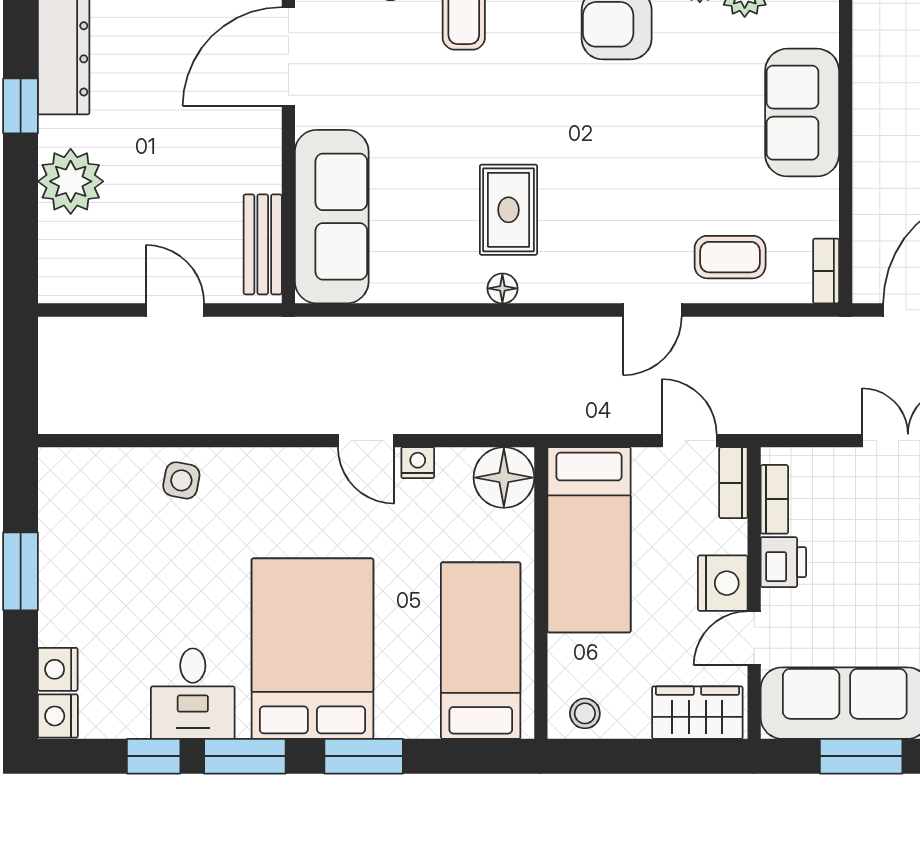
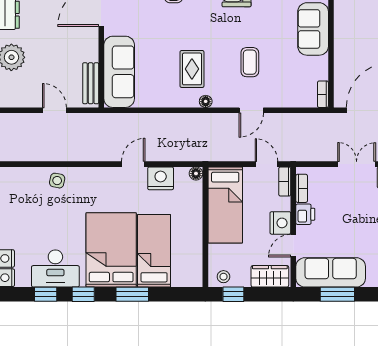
coffee table: (730, 257) -> (250, 62), moved, turned 90
floor lamp: (502, 288) -> (206, 101), moved
door: (366, 441) -> (133, 164), swing flipped
nightstand: (418, 463) -> (161, 178), width x1.89, depth x1.79
floor lamp: (504, 478) -> (196, 173), width x0.53, depth x0.53
bed: (481, 651) -> (154, 251), moved
desk: (193, 694) -> (55, 268), width x1.37
window: (245, 756) -> (83, 294), width x0.67
window: (609, 756) -> (233, 294), added

